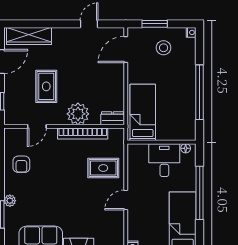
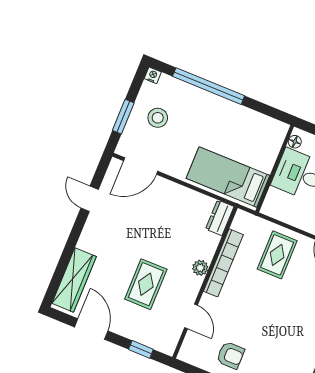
door: (126, 50) -> (141, 166), hinge flipped
rug: (46, 86) -> (146, 284), turned 90
window: (200, 92) -> (209, 86), moved
plant: (78, 114) -> (200, 268), width x0.53, depth x0.53

